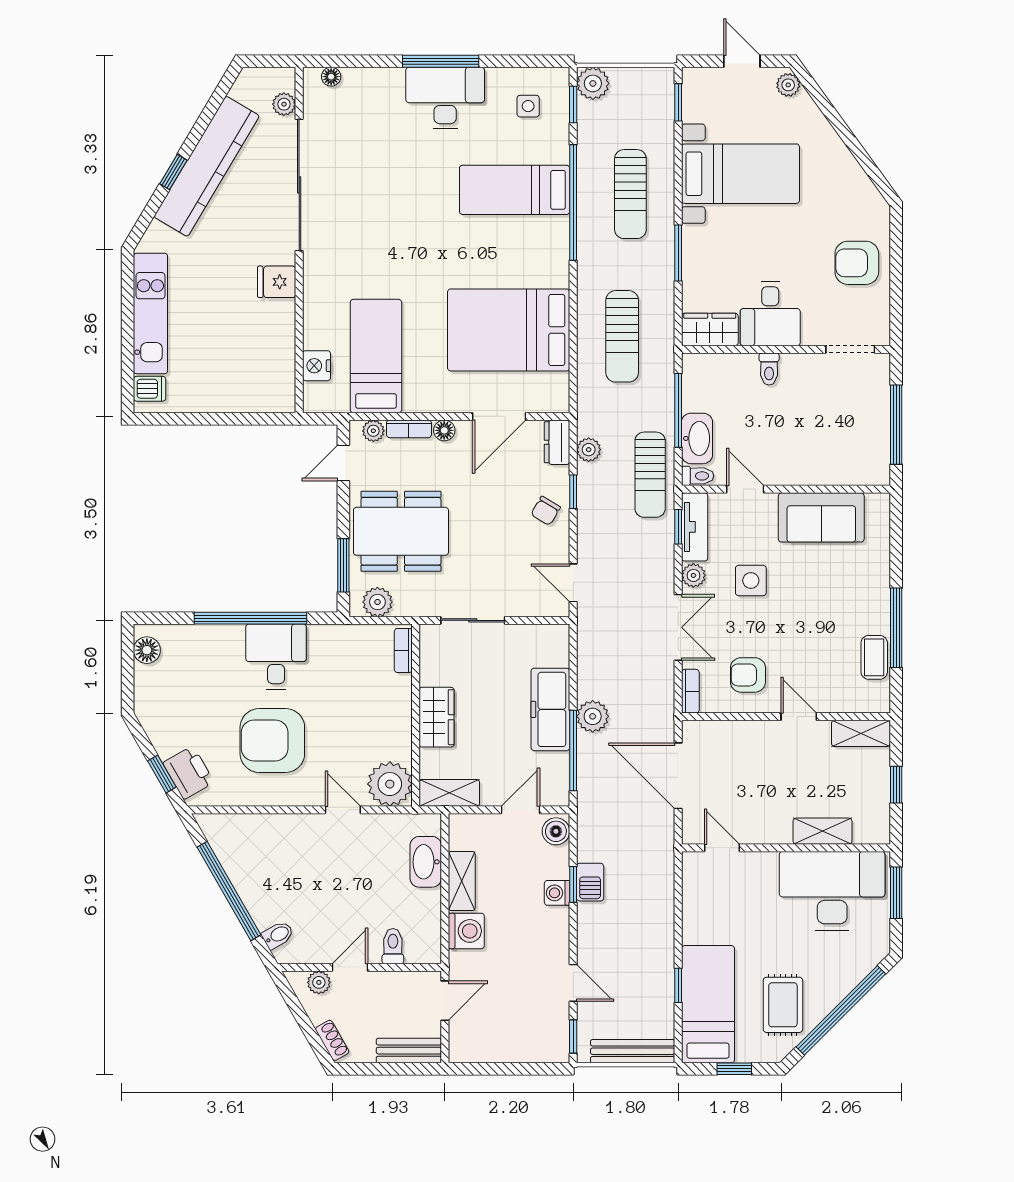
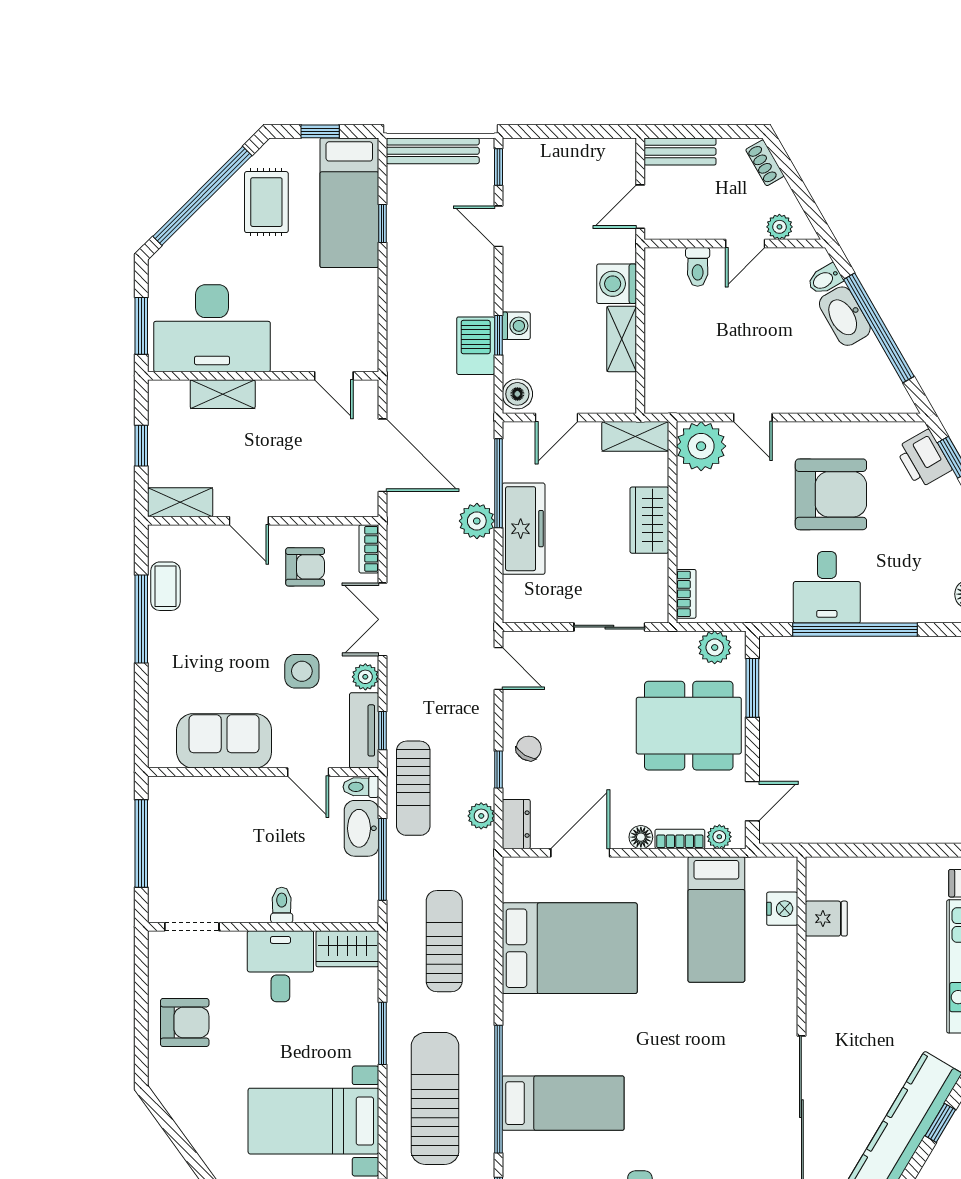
sun lounger: (630, 194) -> (435, 1098), width x1.36, depth x1.34
fridge: (277, 282) -> (826, 919), moved
sun lounger: (650, 475) -> (413, 788), turned 180
washbasin: (426, 862) -> (845, 316), moved, turned 150
barbecue: (590, 882) -> (476, 346), width x1.38, depth x1.27

